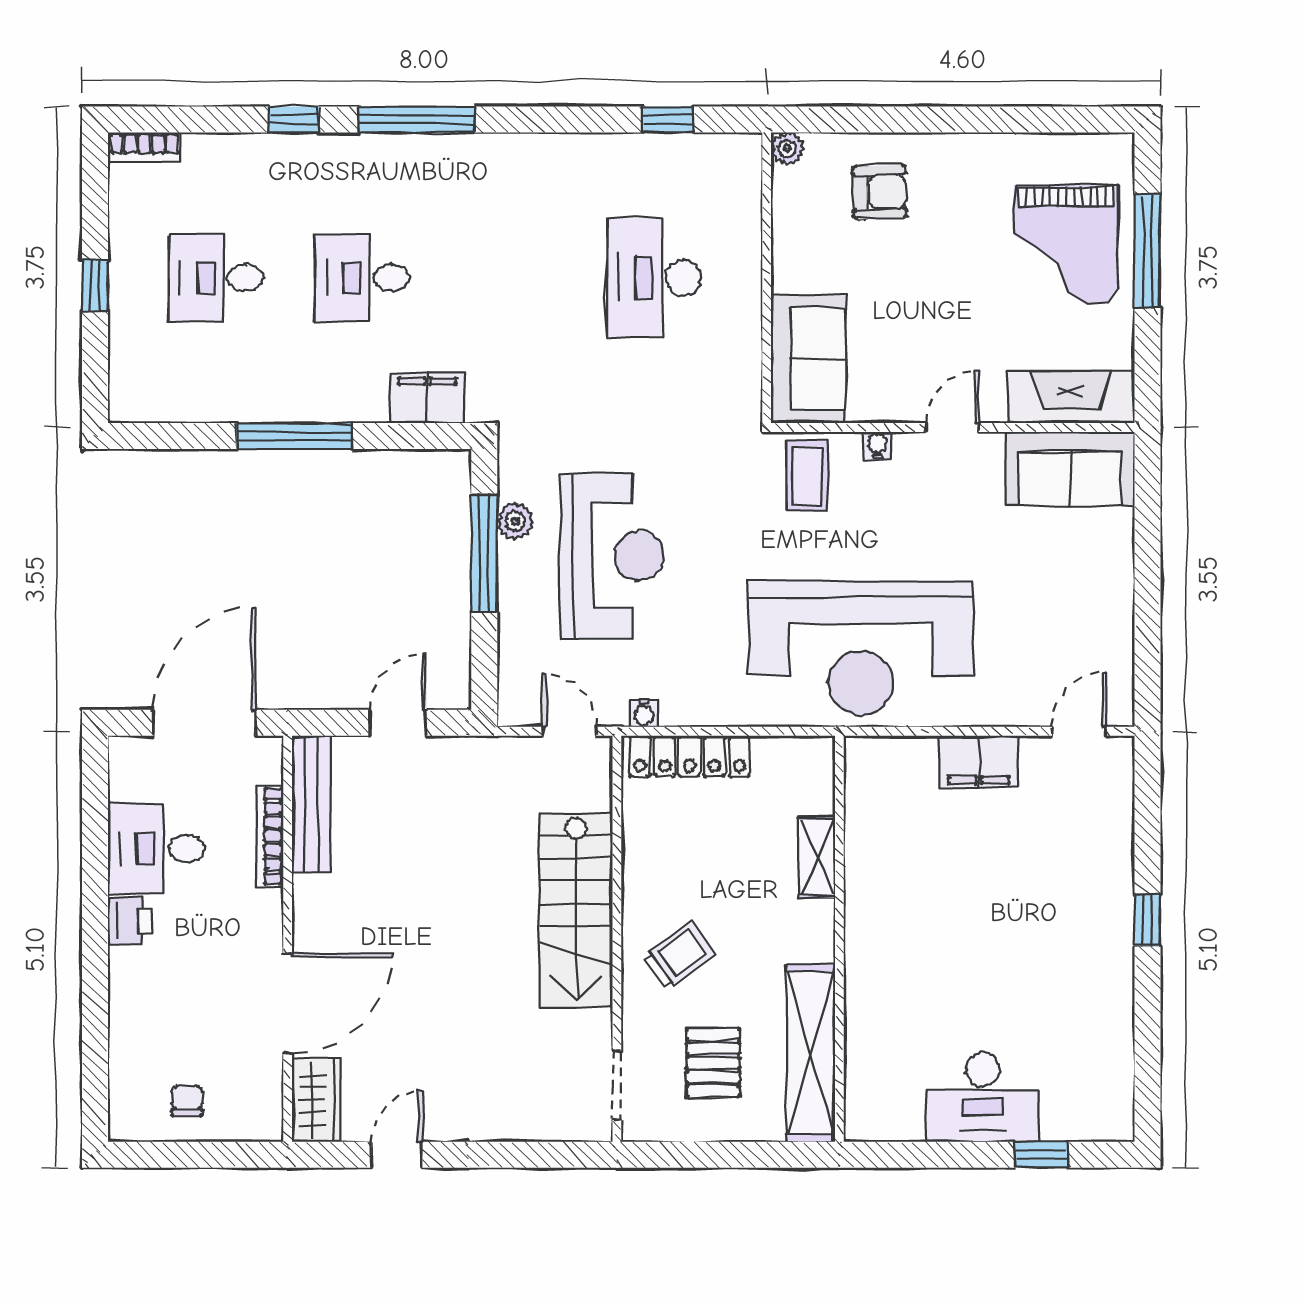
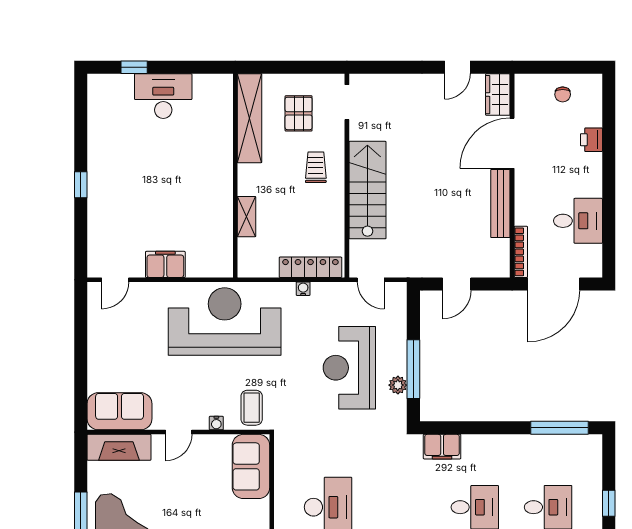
window: (294, 436) -> (559, 428), moved
water cooler: (644, 713) -> (303, 289), moved
bench: (311, 804) -> (500, 204), moved
bookcase: (270, 836) -> (521, 252), moved
printer: (130, 921) -> (591, 140), moved
trolley: (679, 955) -> (316, 167), turned 126

